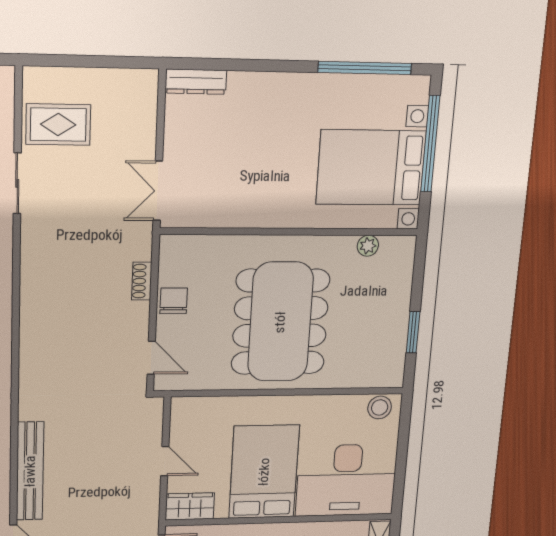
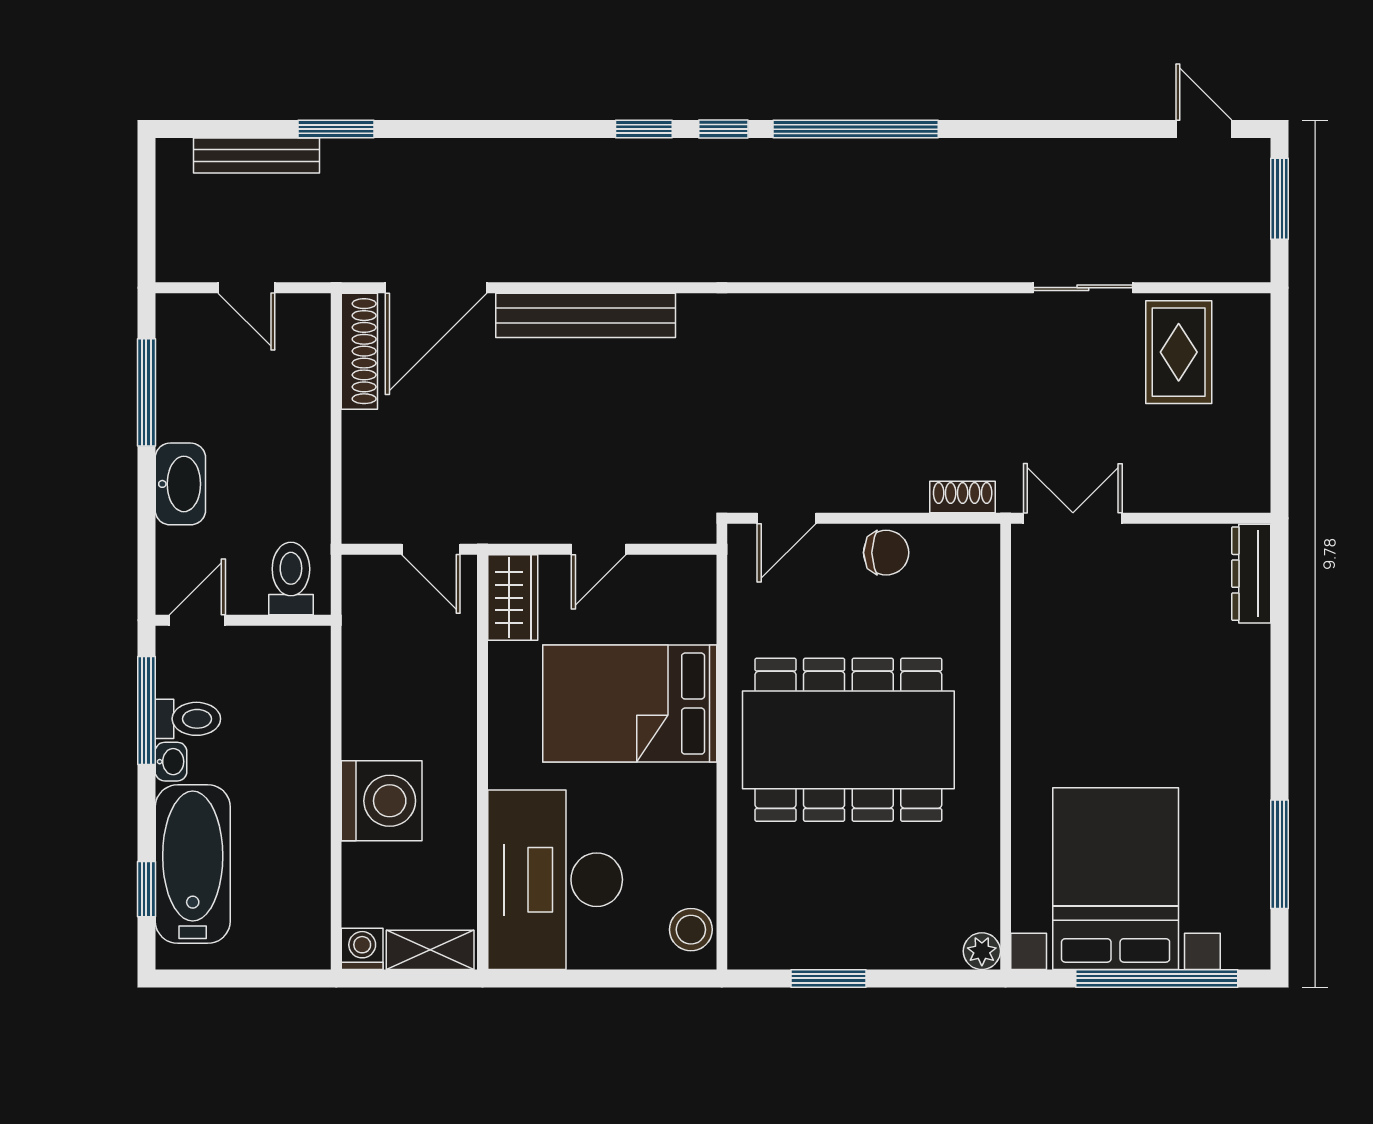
window: (365, 68) -> (1280, 854), width x0.68
plant: (368, 246) -> (982, 951), moved
shoe rack: (142, 281) -> (963, 497), moved
bed: (264, 472) -> (630, 704), moved, turned 180

